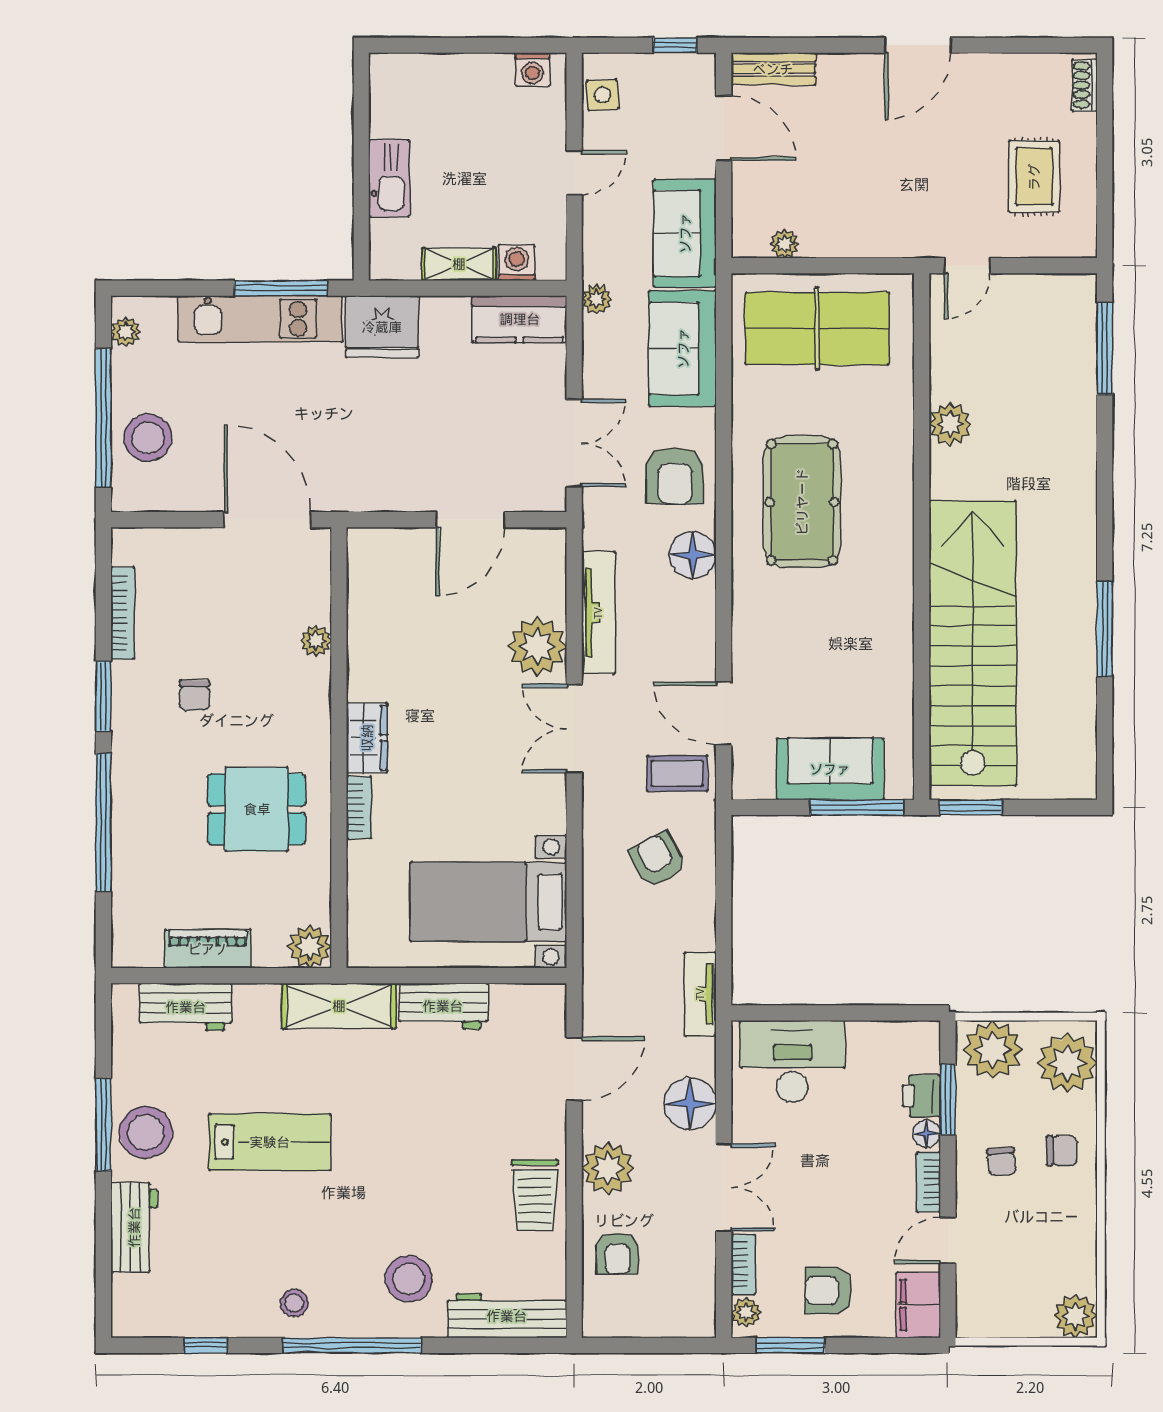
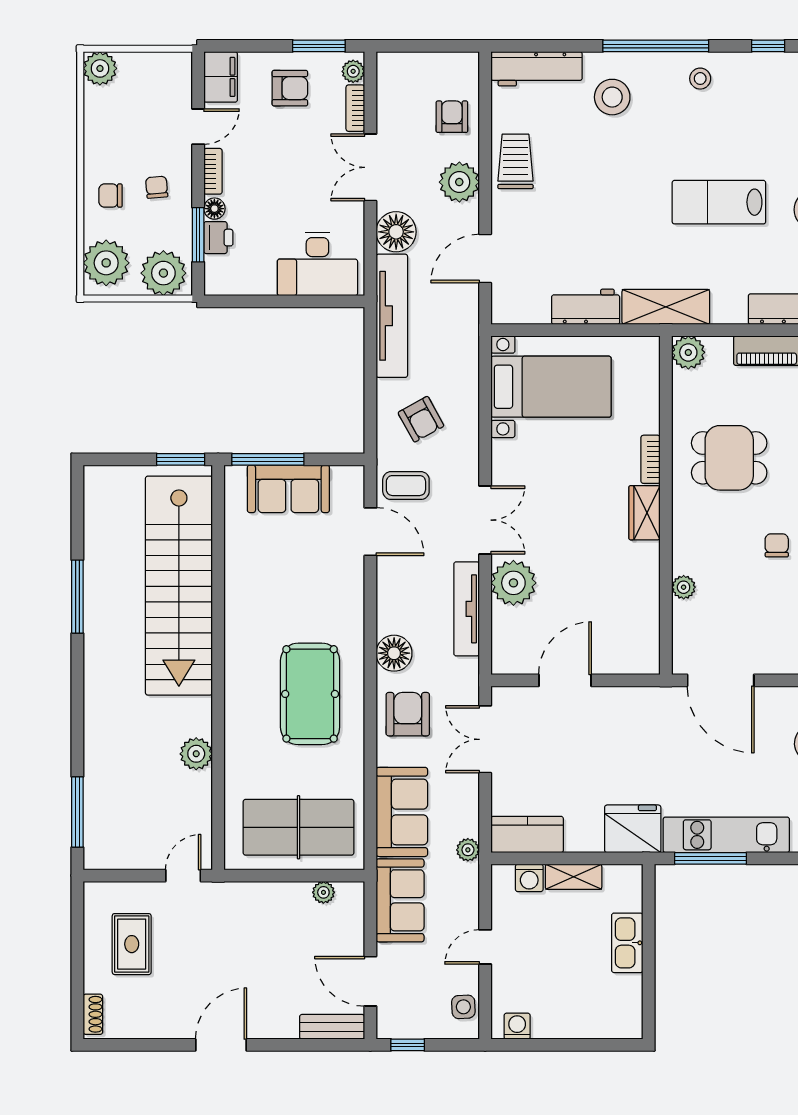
tv unit: (700, 994) -> (392, 316), width x1.92, depth x1.29

